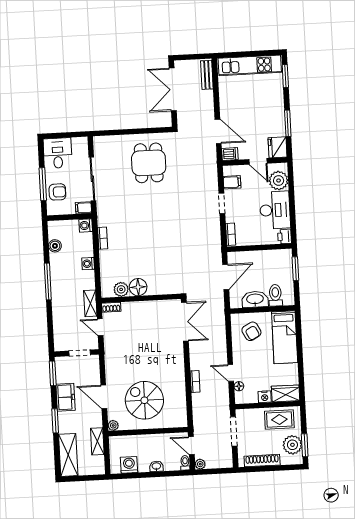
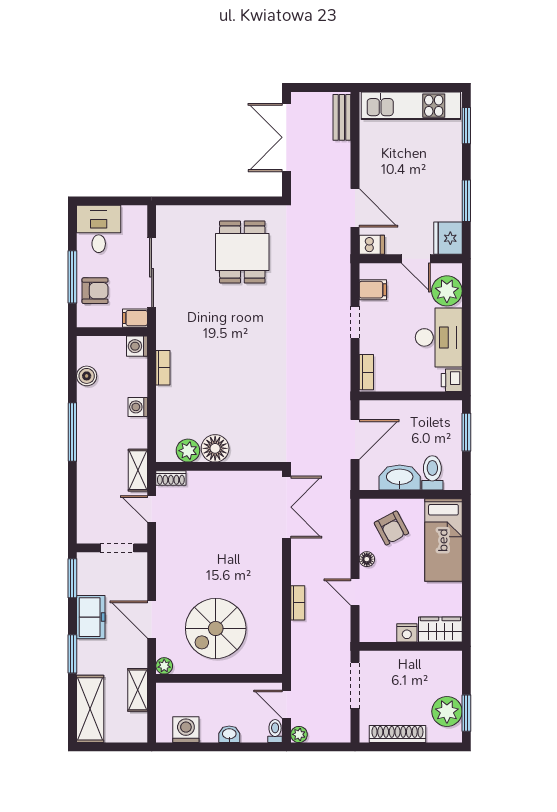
floor lamp: (239, 386) -> (367, 559), moved
spiral stairs: (144, 400) -> (216, 628), turned -90
rug: (279, 420) -> (428, 670), removed

